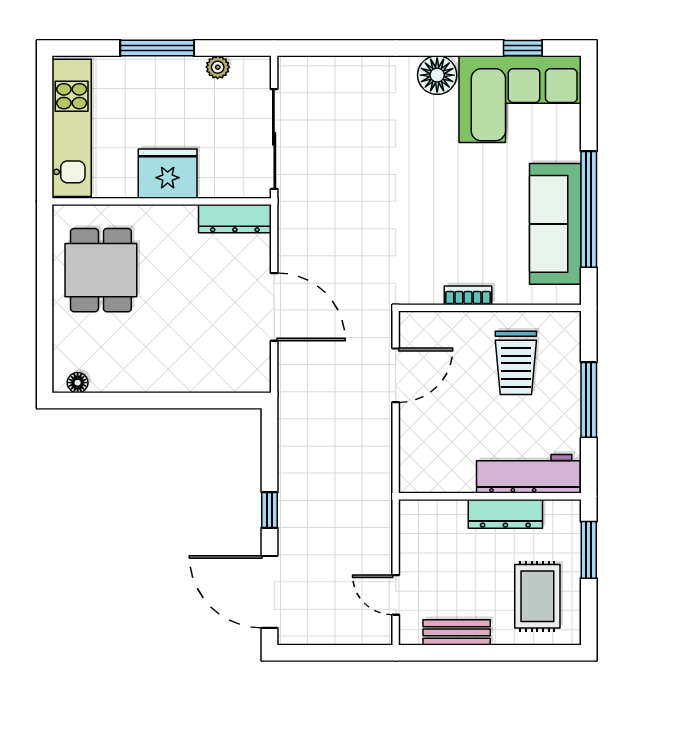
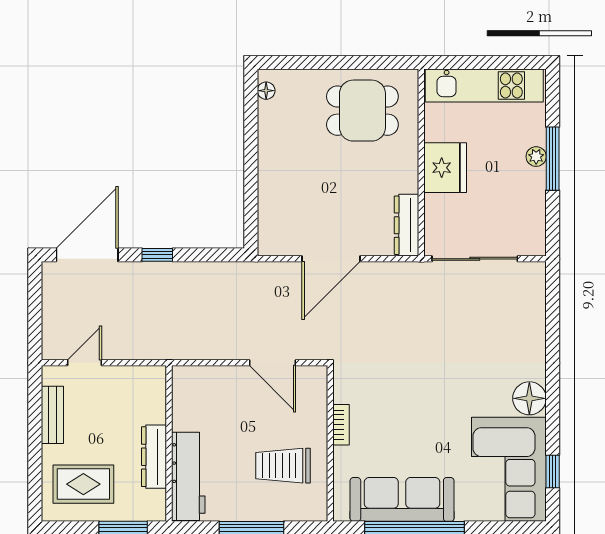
plant: (218, 67) -> (536, 157), moved

